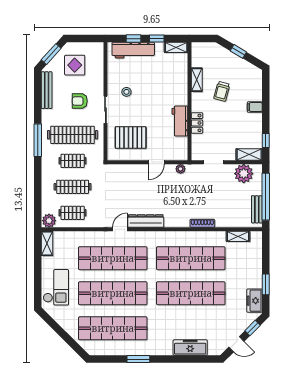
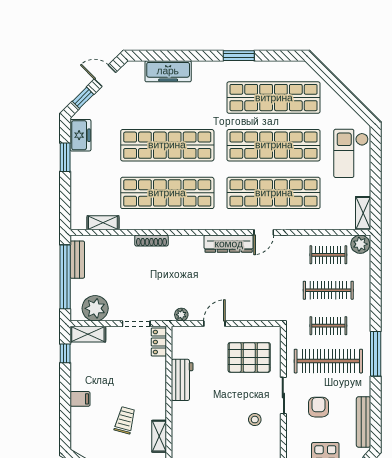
armchair: (80, 101) -> (318, 407), turned -90
locker: (197, 123) -> (159, 342), moved

